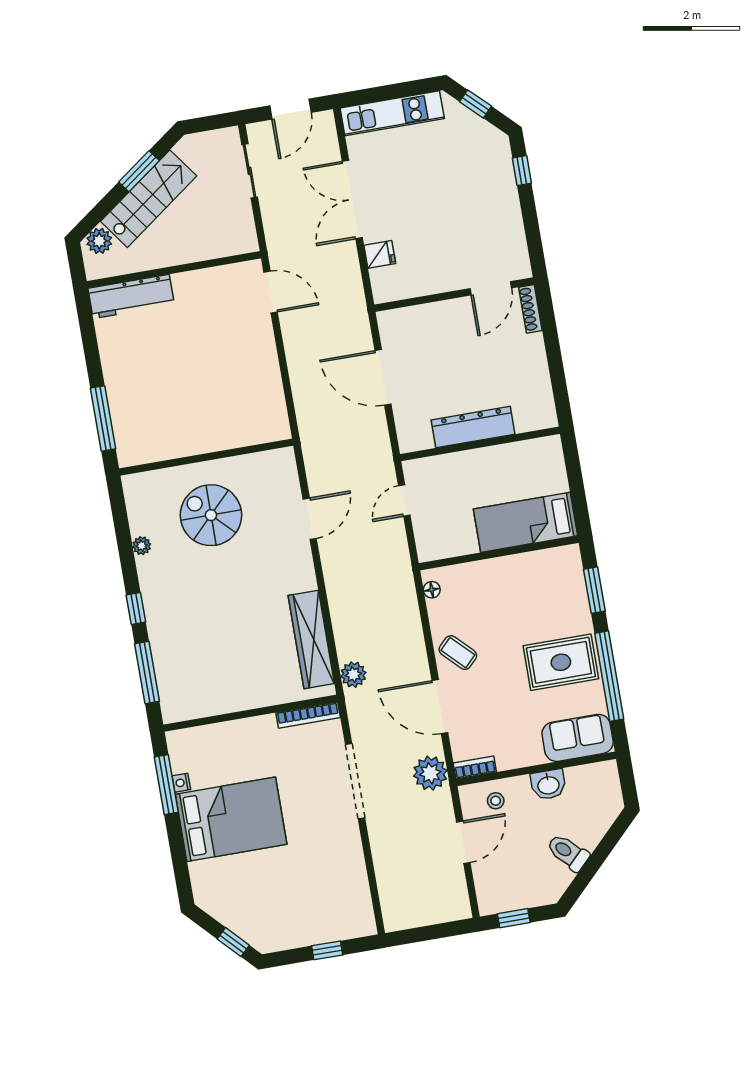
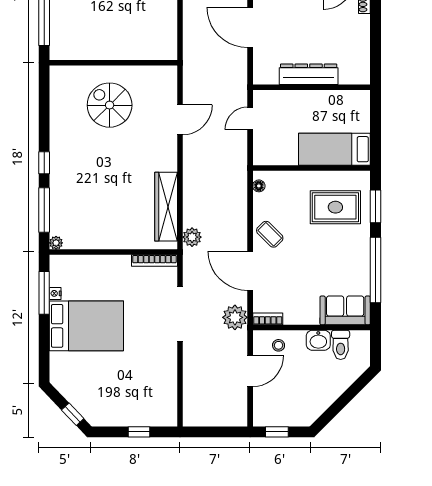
plant: (142, 546) -> (56, 243), moved
rug: (561, 662) -> (335, 207), moved
toilet: (568, 853) -> (341, 345), moved, turned -135

